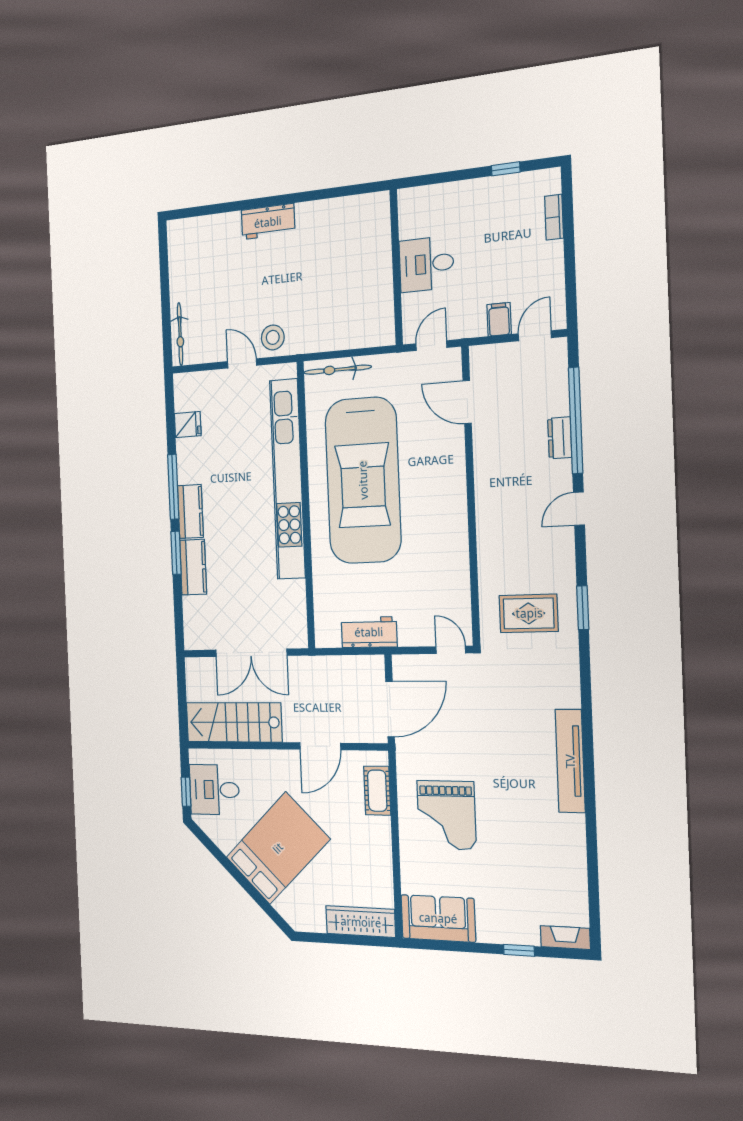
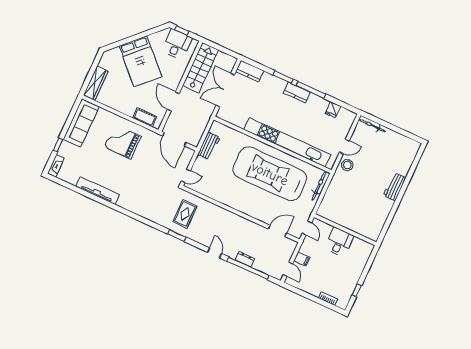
kitchen counter: (193, 567) -> (250, 71), moved
tv unit: (570, 761) -> (98, 191), moved
sofa: (438, 918) -> (81, 123), width x1.36

